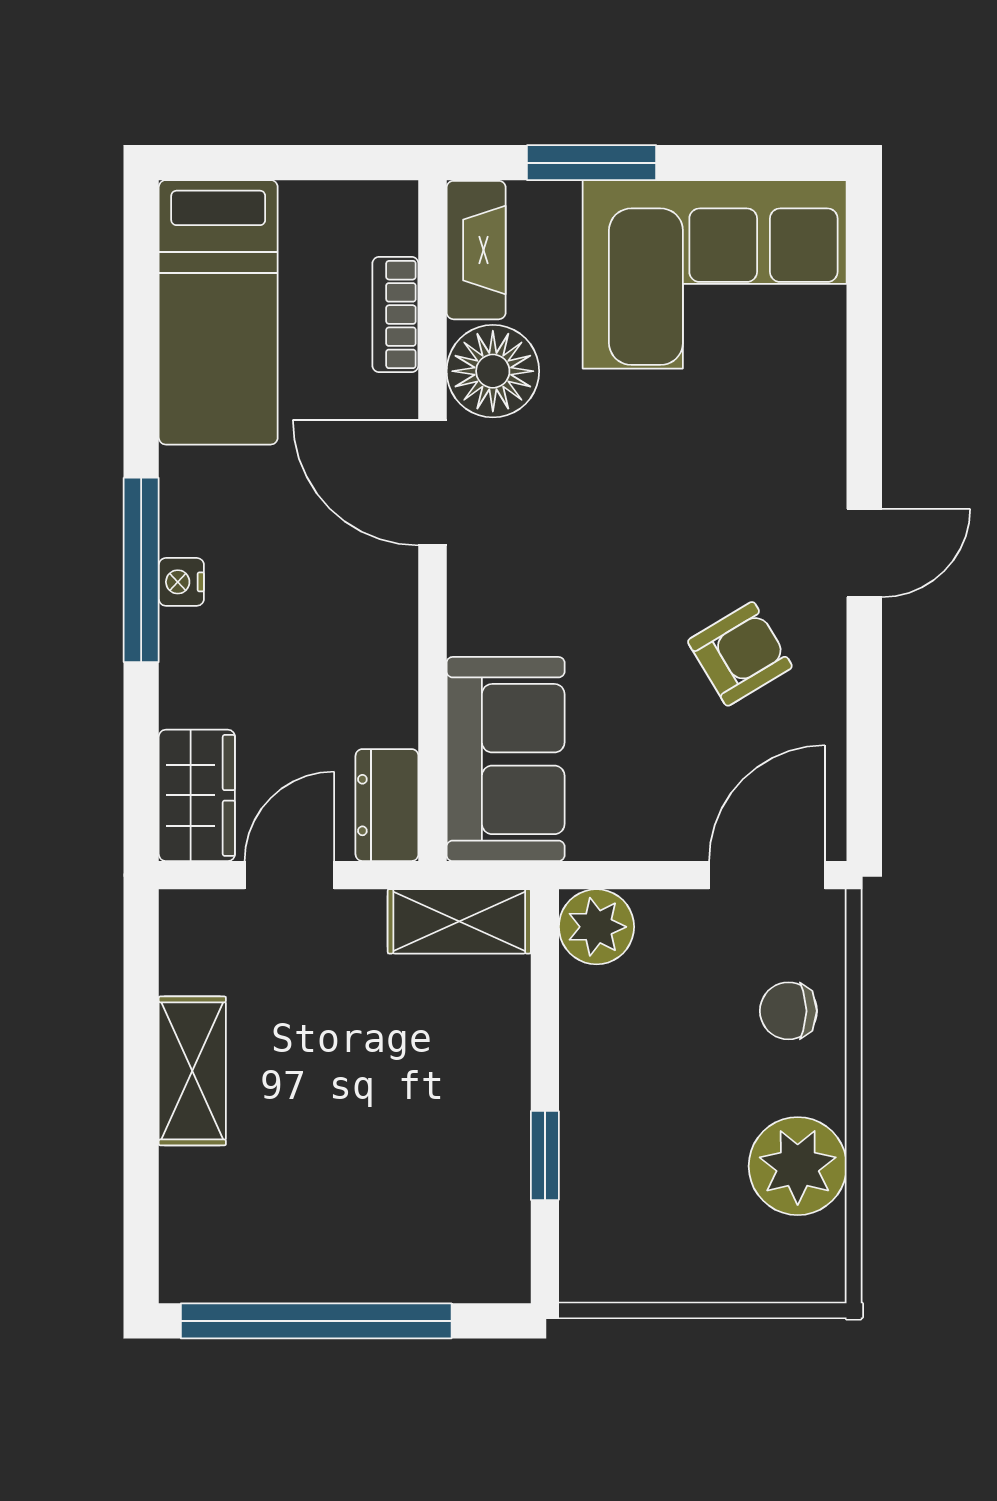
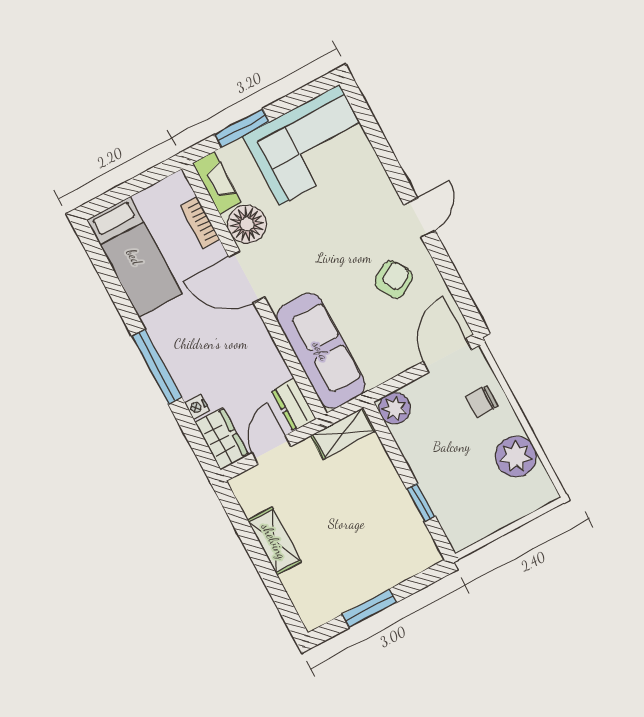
nightstand: (181, 582) -> (197, 407), moved
sofa: (506, 759) -> (321, 351), width x1.36
window: (316, 1321) -> (369, 609), width x0.47

